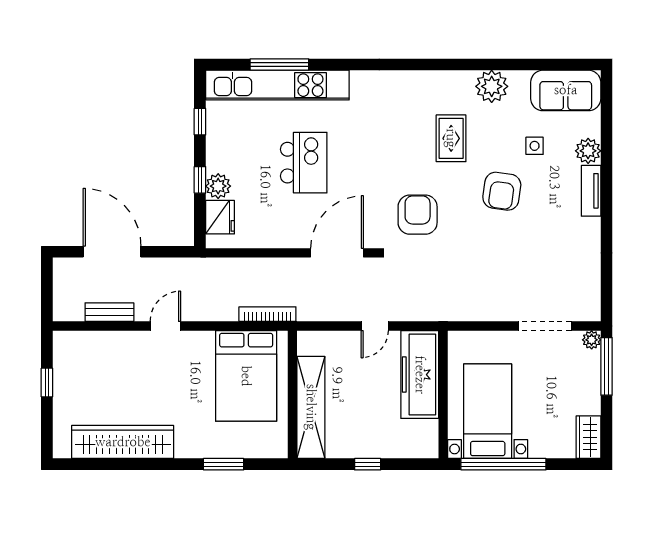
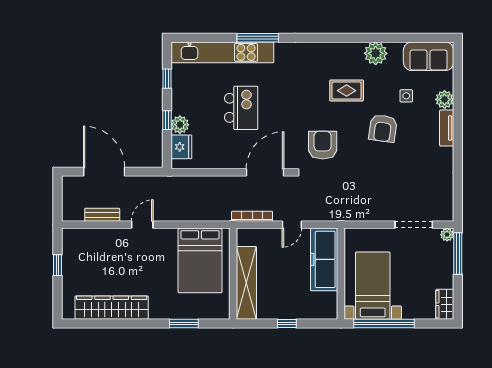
window: (279, 64) -> (258, 38), moved
rug: (451, 138) -> (347, 91), turned 90
bookcase: (267, 314) -> (252, 216), moved

